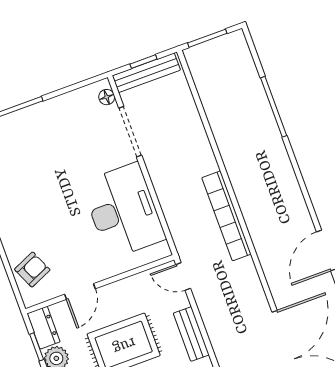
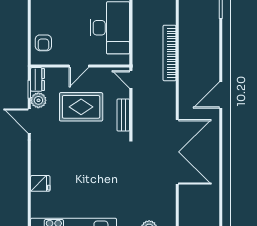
armchair: (32, 270) -> (43, 43), turned 114
door: (80, 292) -> (79, 66), moved

